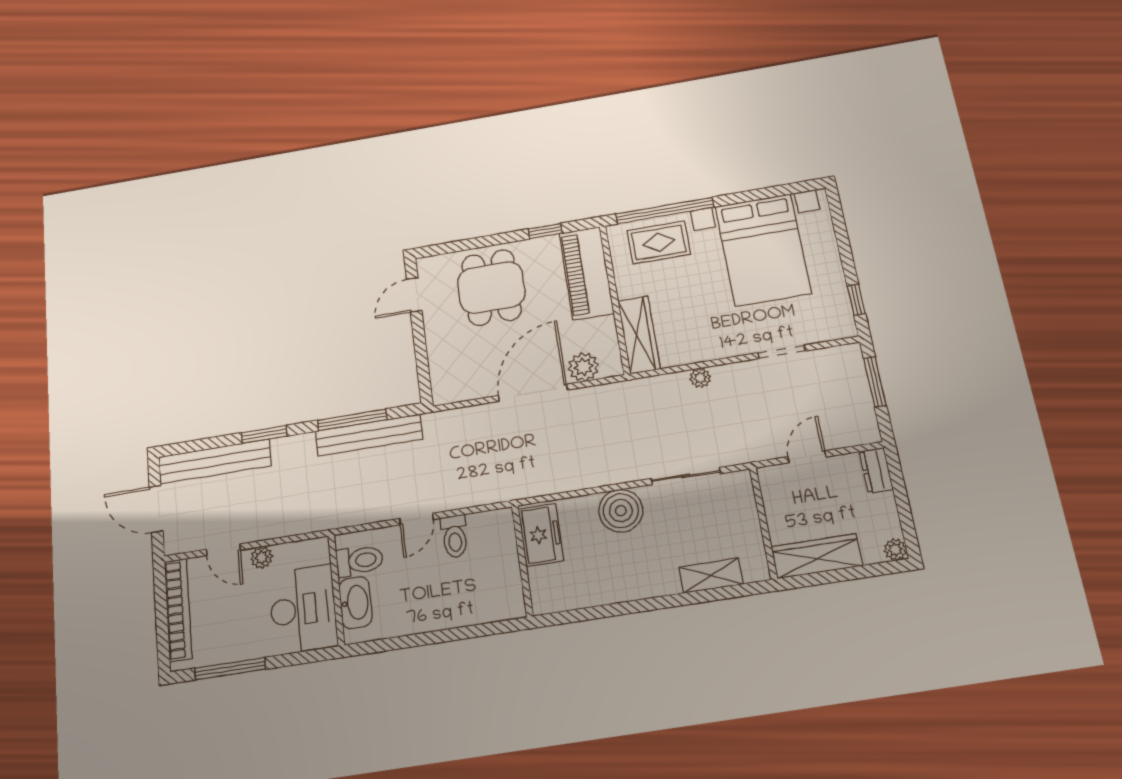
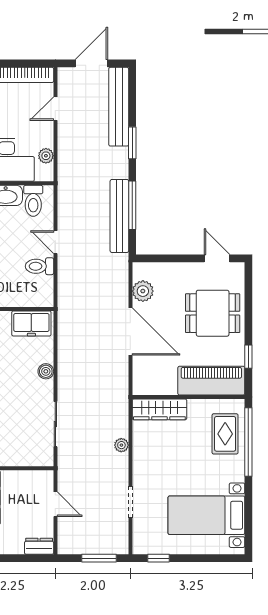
bed with nightstands: (763, 250) -> (206, 515), width x0.73
plant: (583, 367) -> (143, 291), moved
boiler: (621, 511) -> (46, 371), width x0.54, depth x0.54
plant: (262, 557) -> (46, 156), moved

